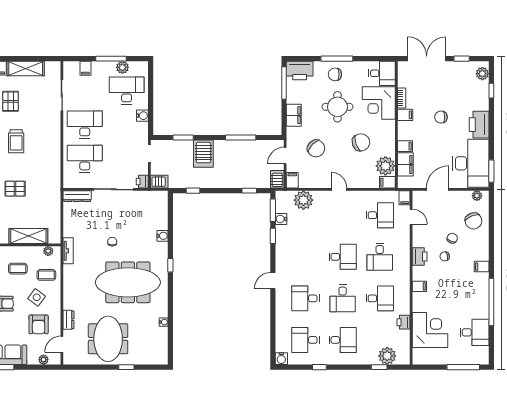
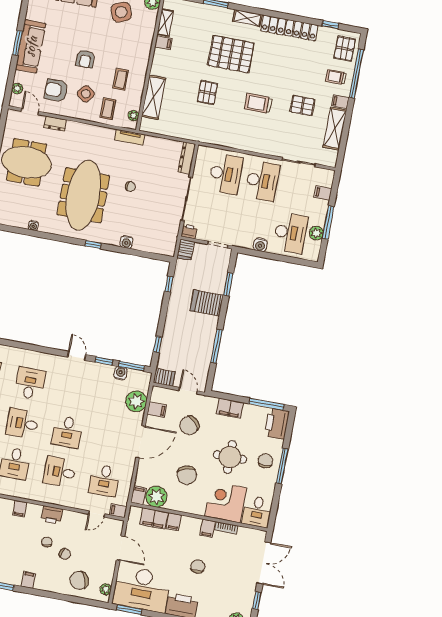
filing cabinet: (292, 180) -> (157, 410), moved
door: (339, 189) -> (141, 442), width x1.88
door: (273, 281) -> (77, 356), moved

